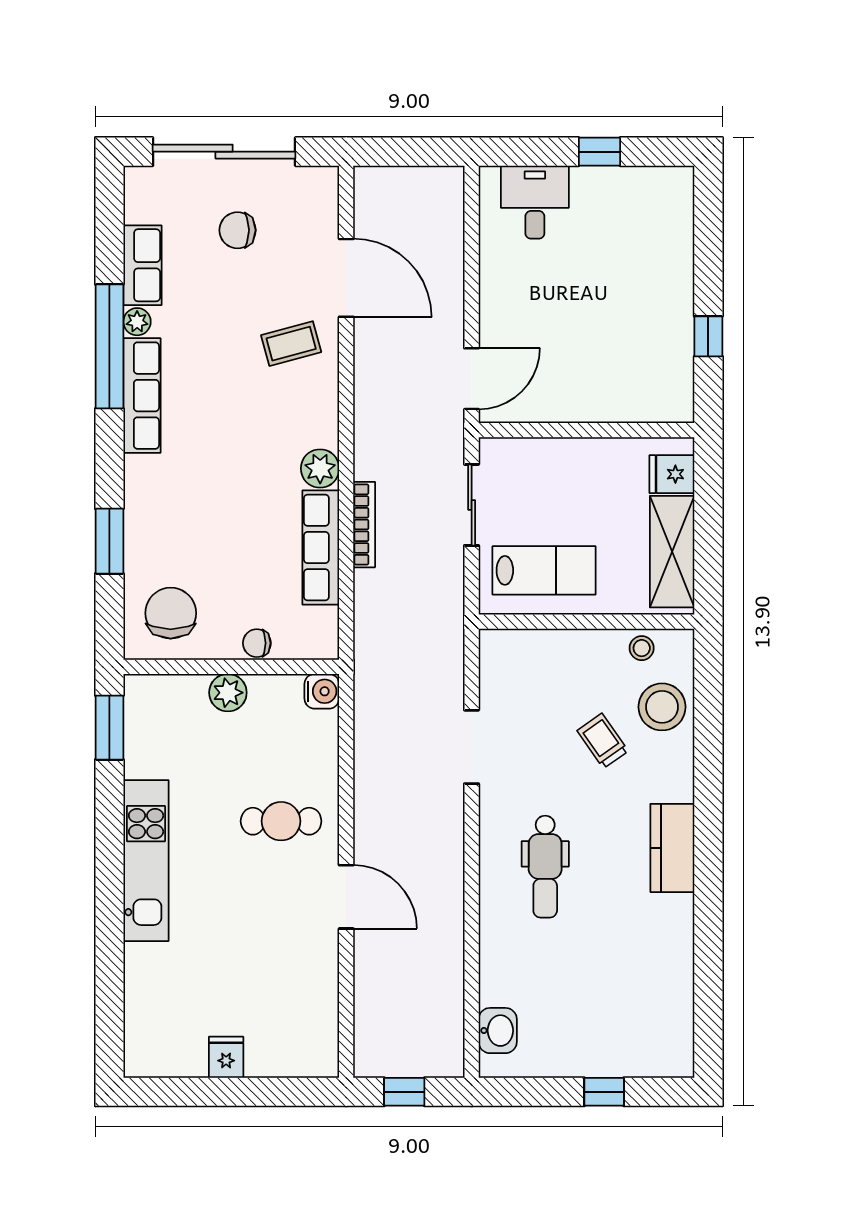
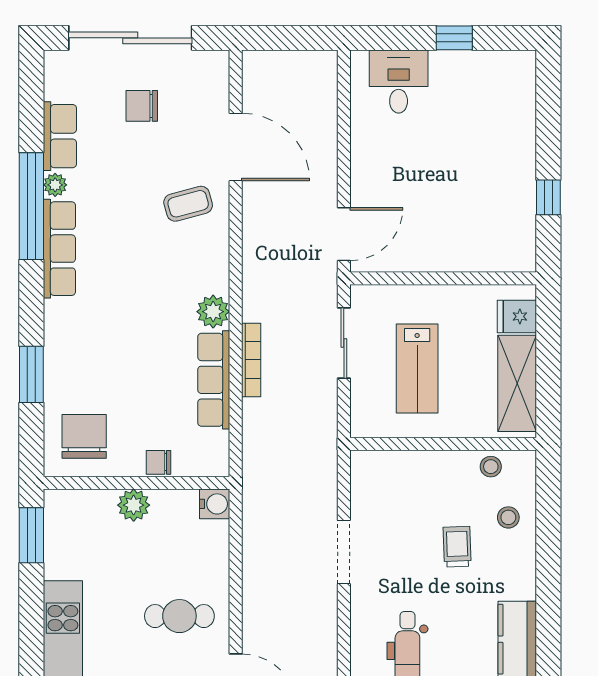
lab bench: (544, 570) -> (417, 368), moved, turned 90
stool: (662, 707) -> (508, 517), width x0.53, depth x0.53
trolley: (603, 741) -> (457, 547), turned 33

